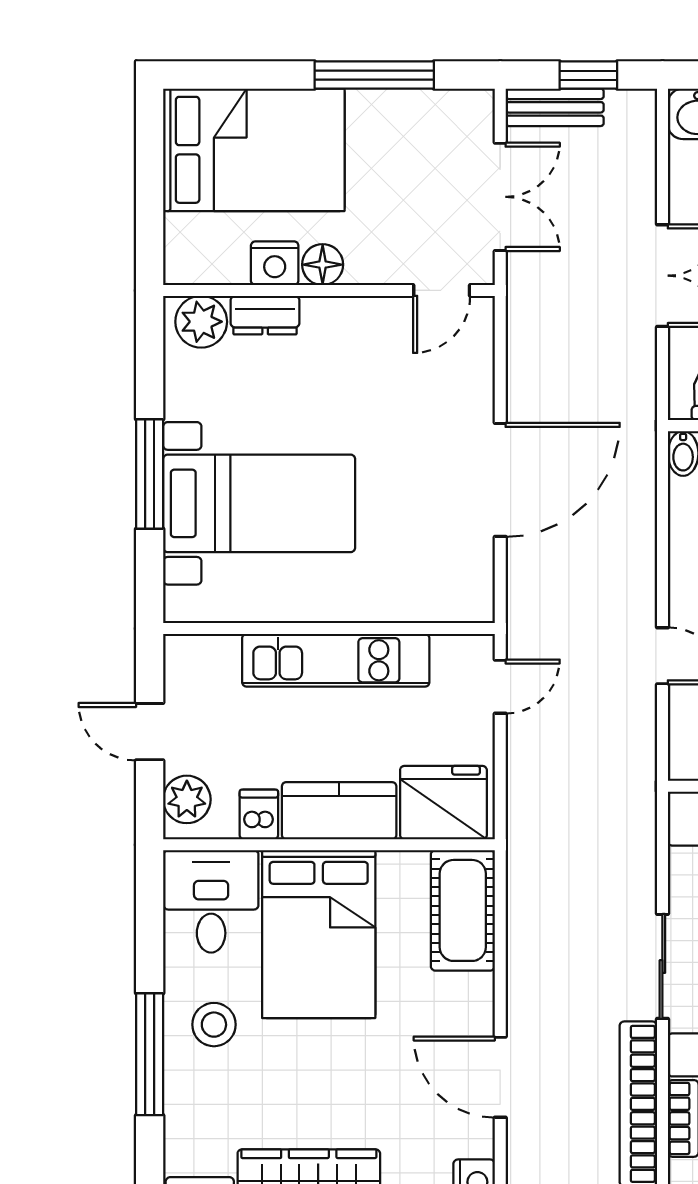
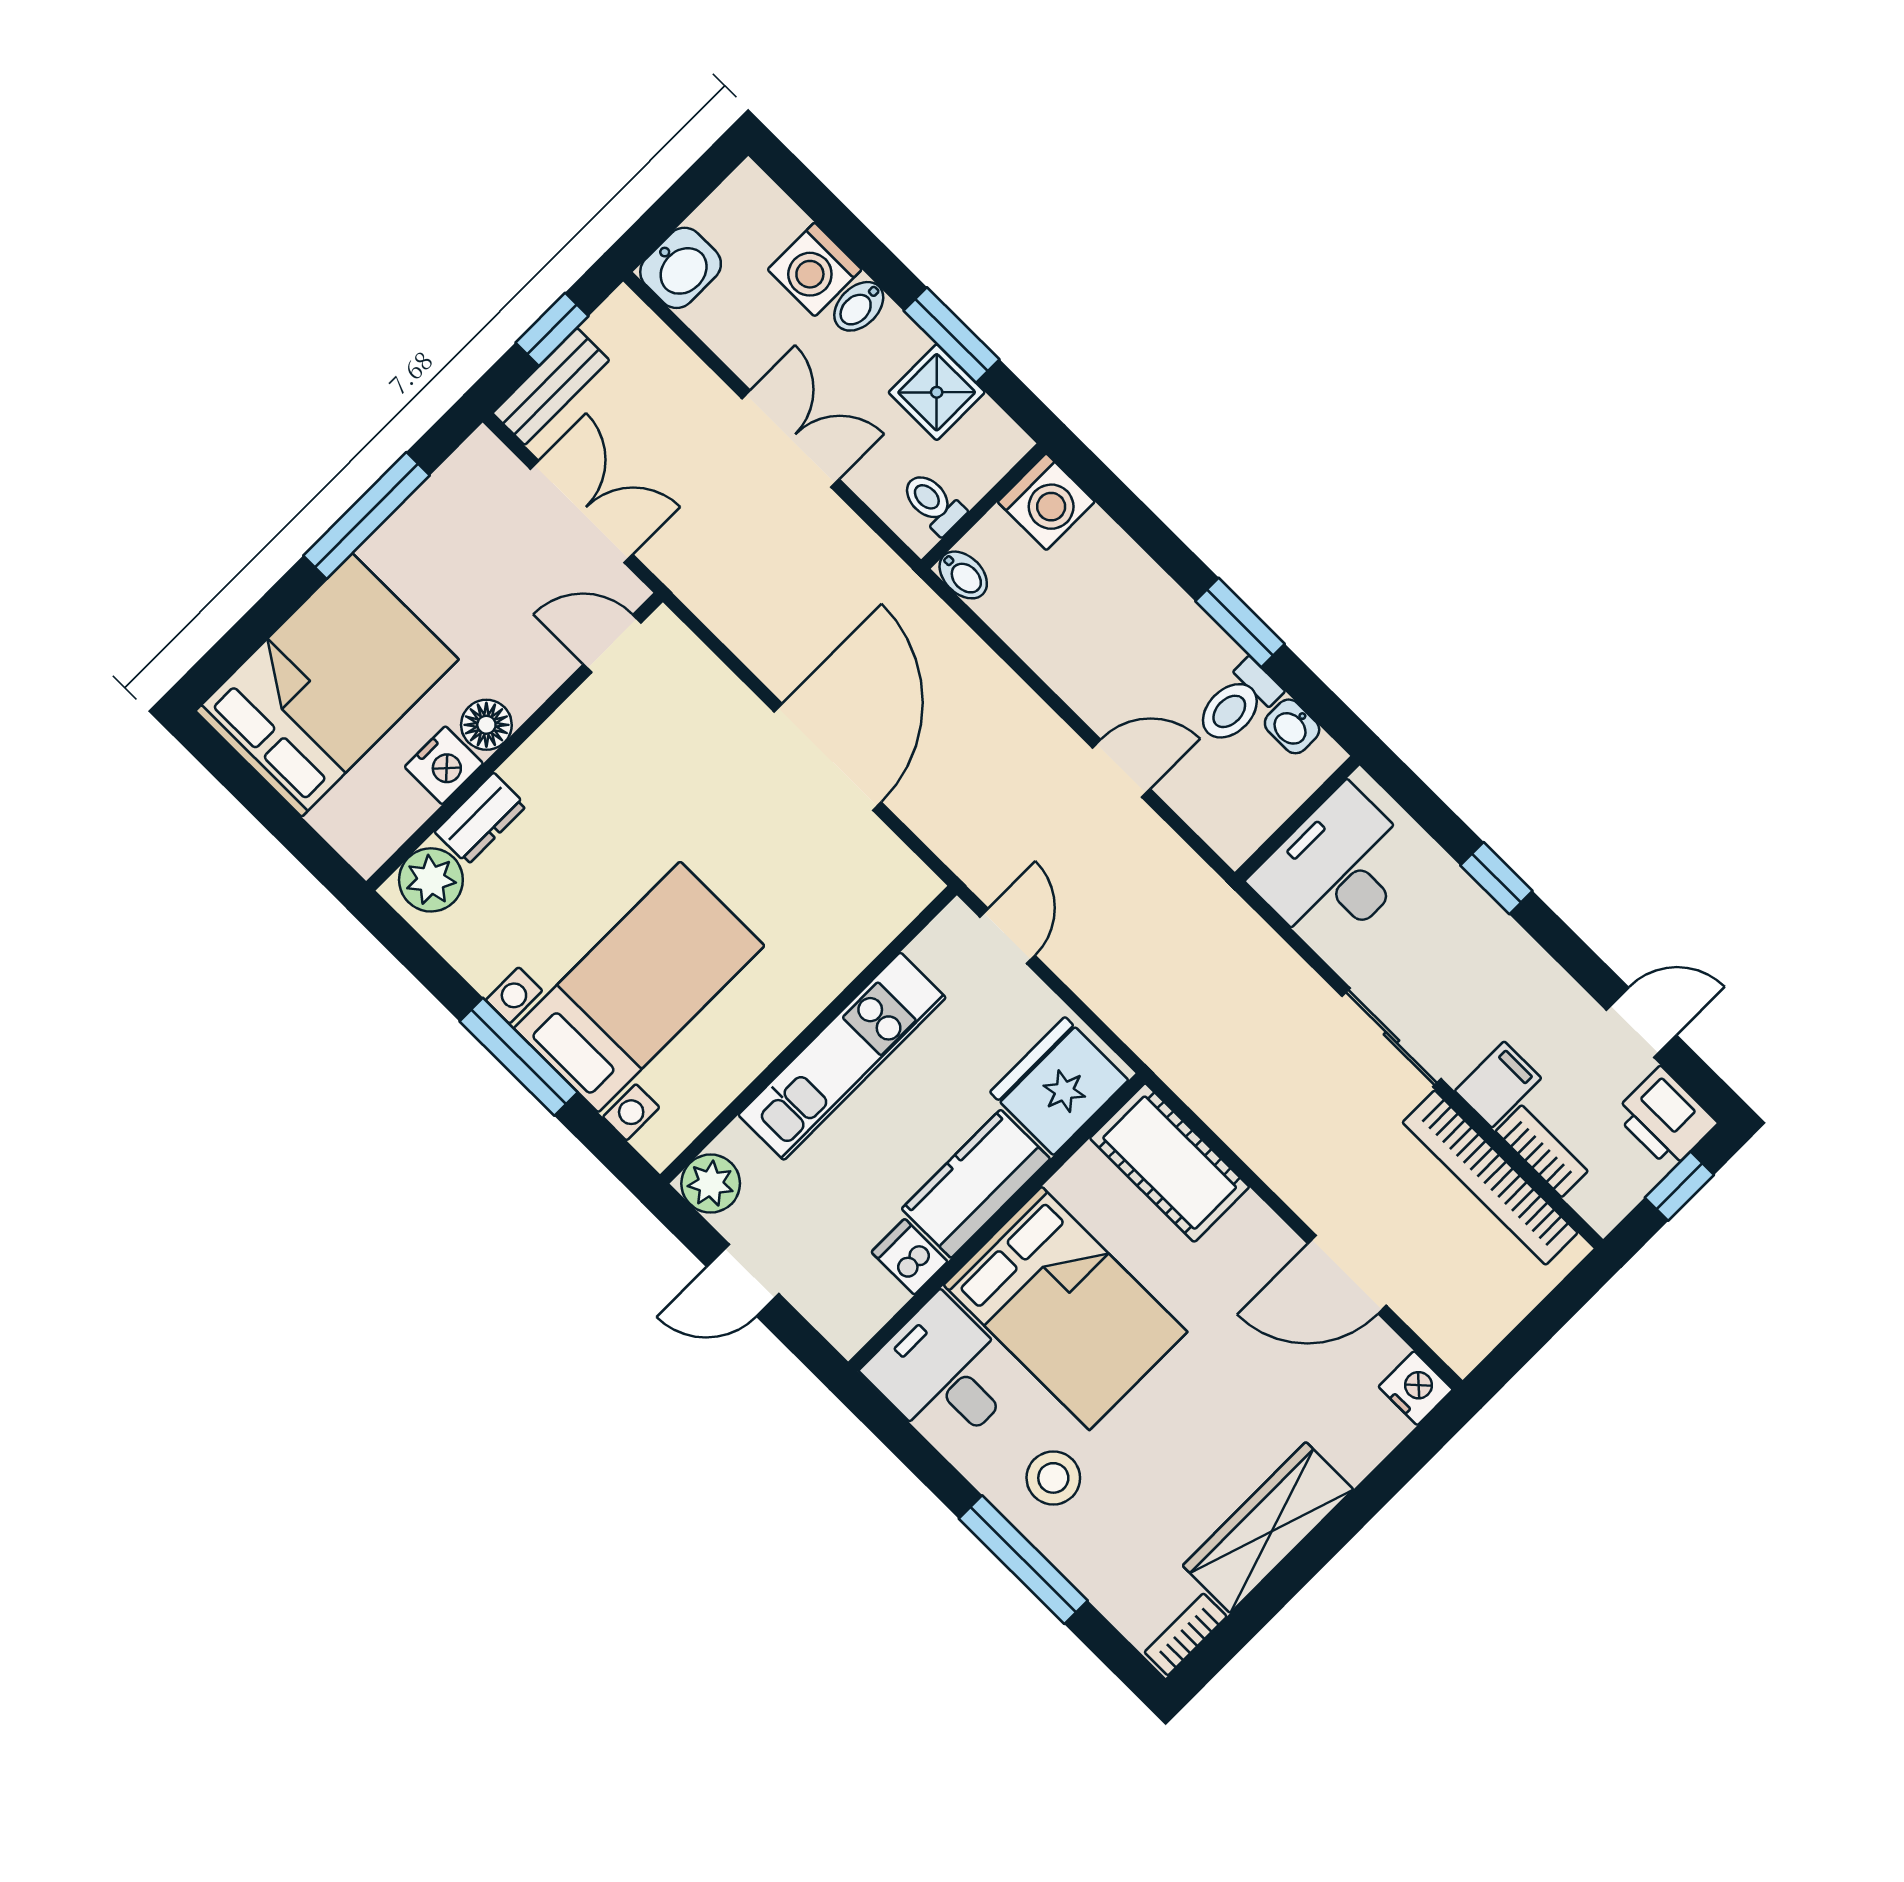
door: (442, 290) -> (612, 644), swing flipped
plant: (187, 799) -> (711, 1184), moved

